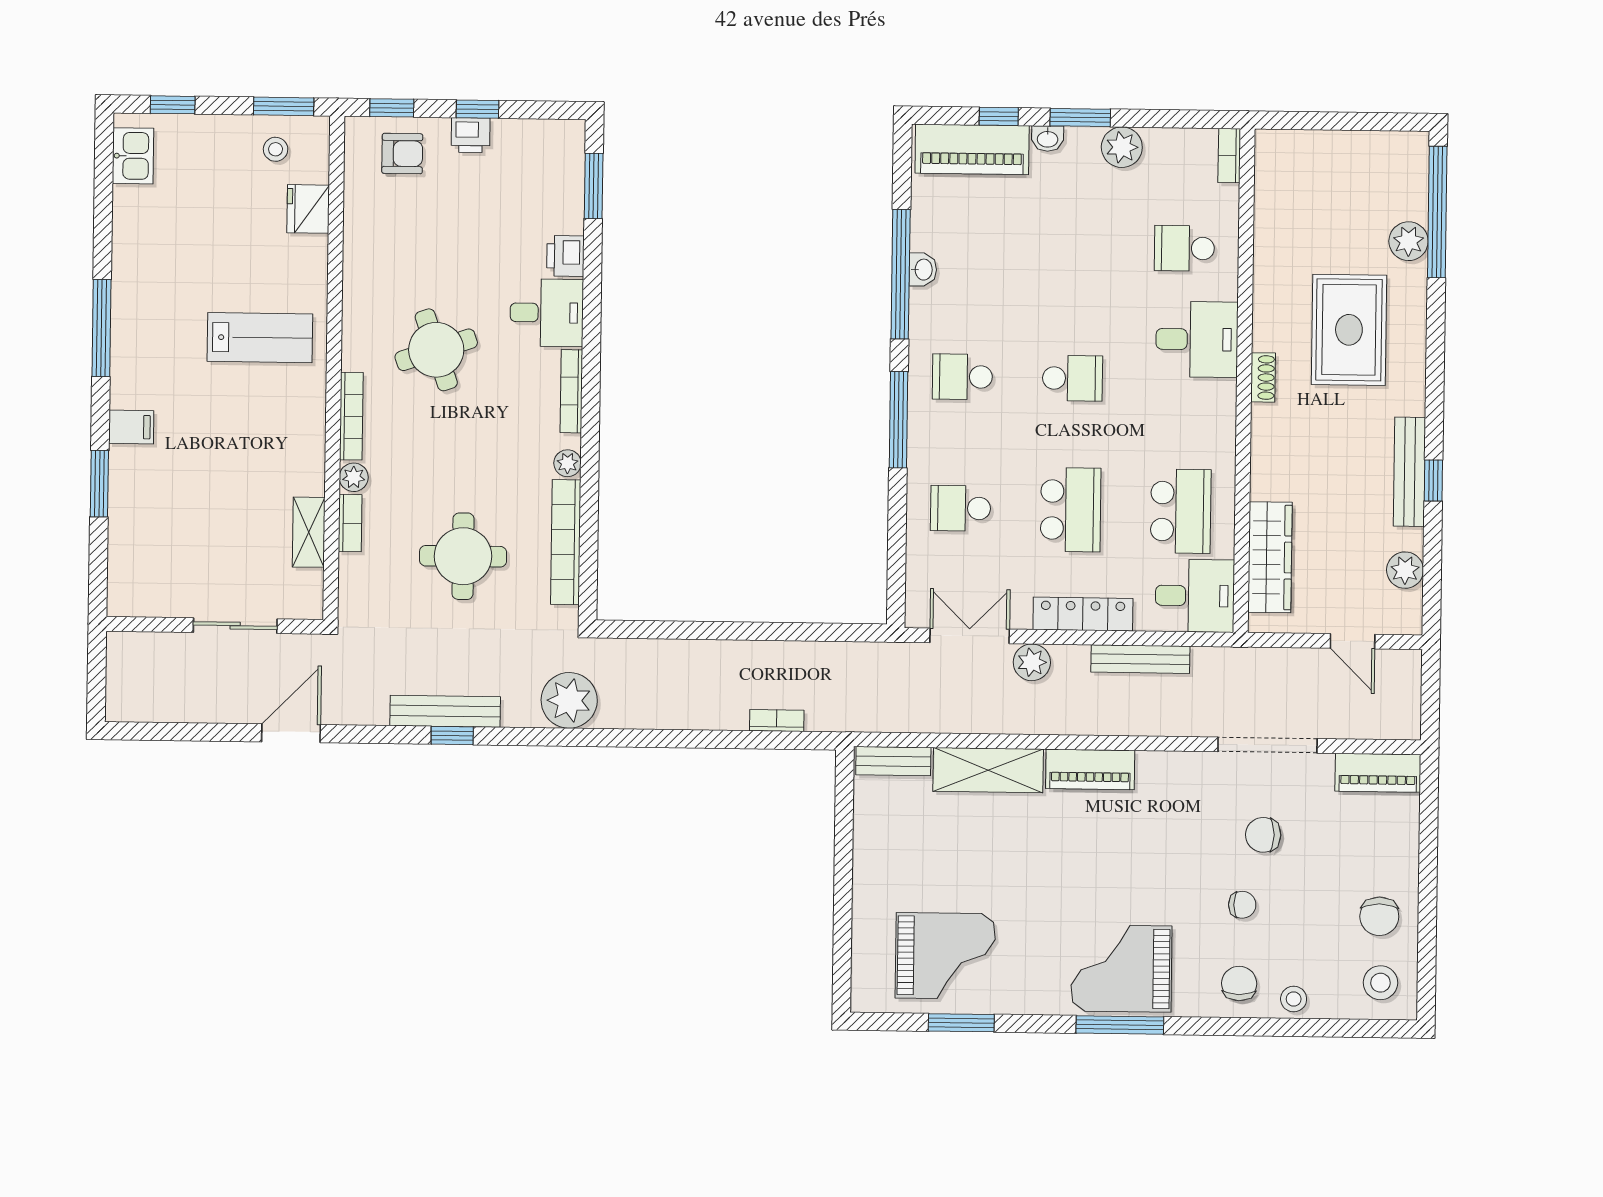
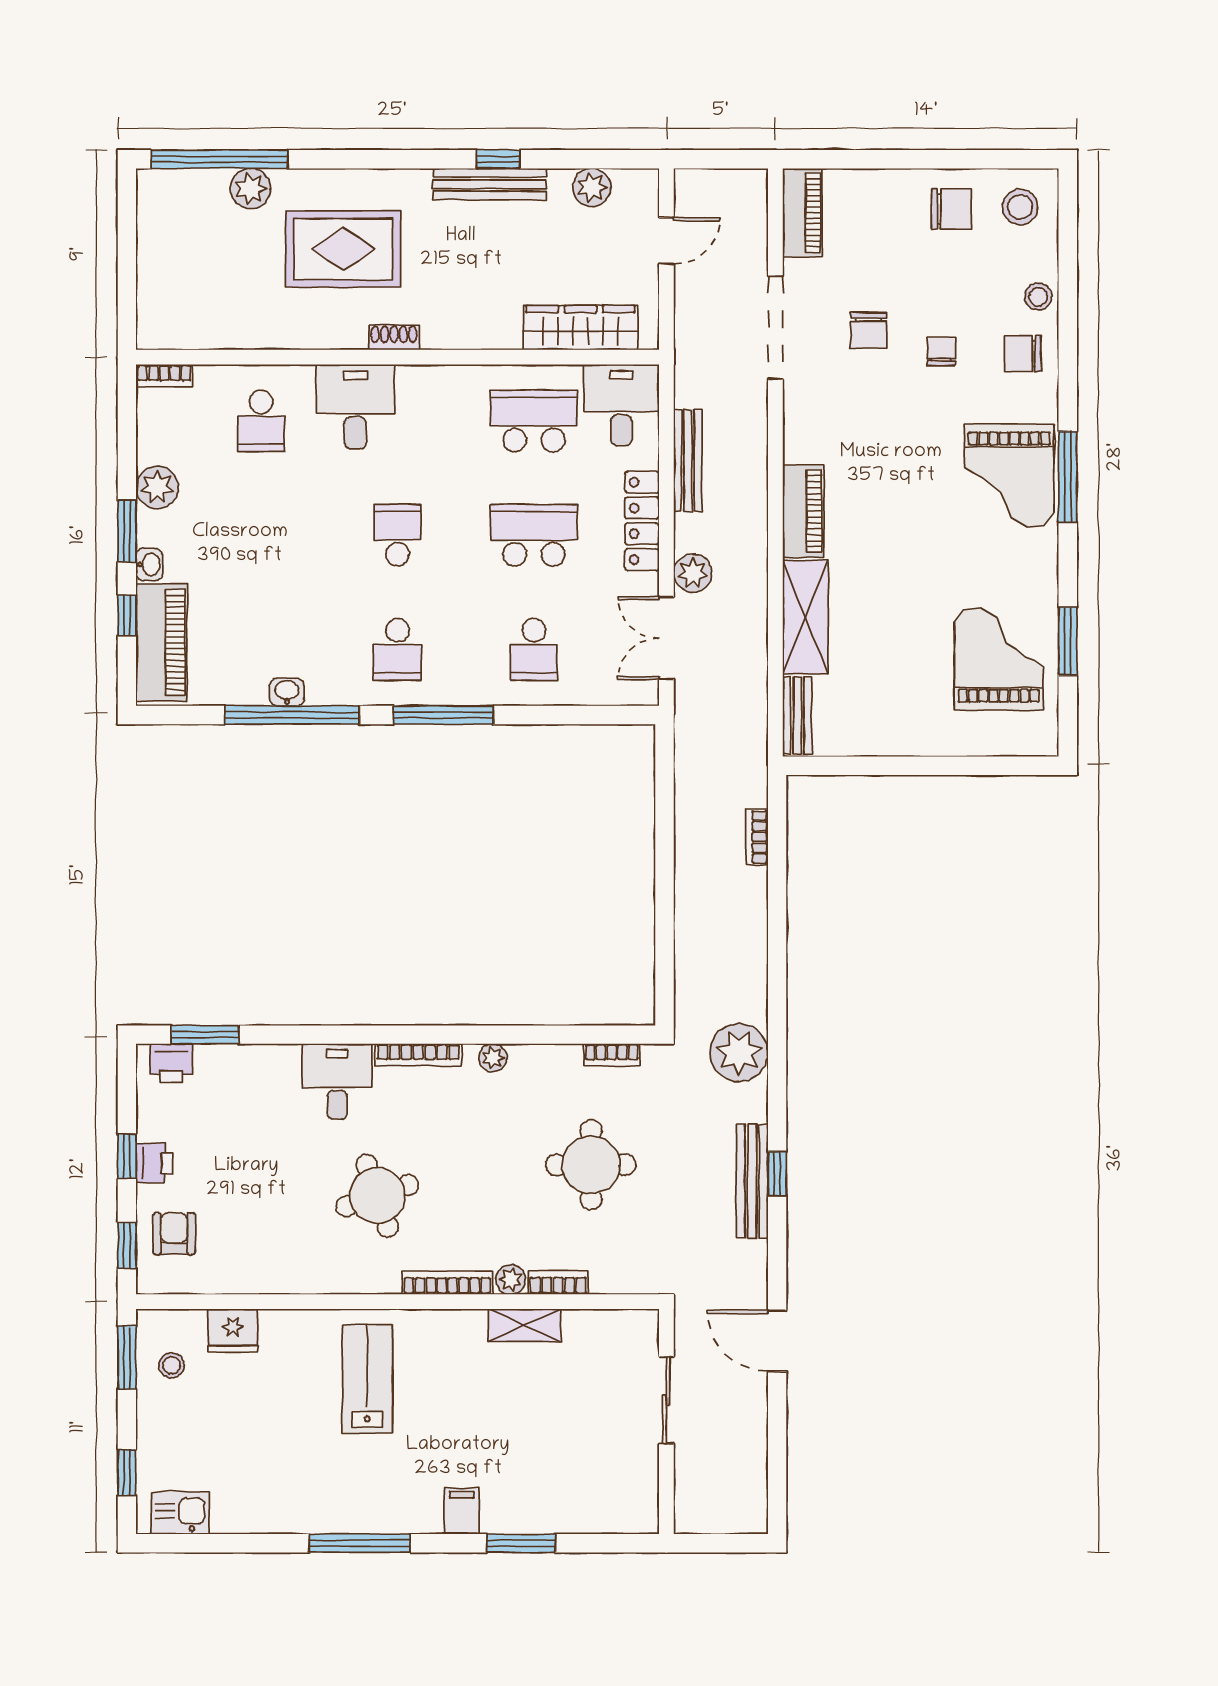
printer: (565, 256) -> (171, 1063), moved
shelving: (309, 532) -> (525, 1325), moved
bookcase: (566, 542) -> (612, 1055), width x0.43, depth x0.76

